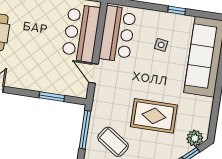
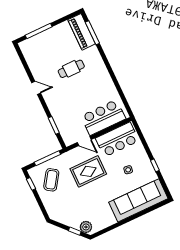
door: (94, 73) -> (84, 141), swing flipped
rug: (154, 116) -> (88, 171), moved, turned 90

